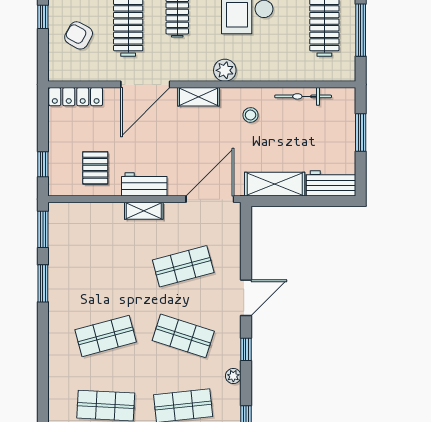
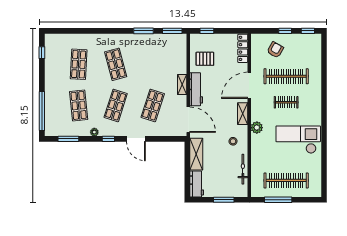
door: (145, 84) -> (249, 85), hinge flipped
workbench: (144, 184) -> (196, 89), width x1.38
shop shelf: (183, 266) -> (153, 105), turned 33

